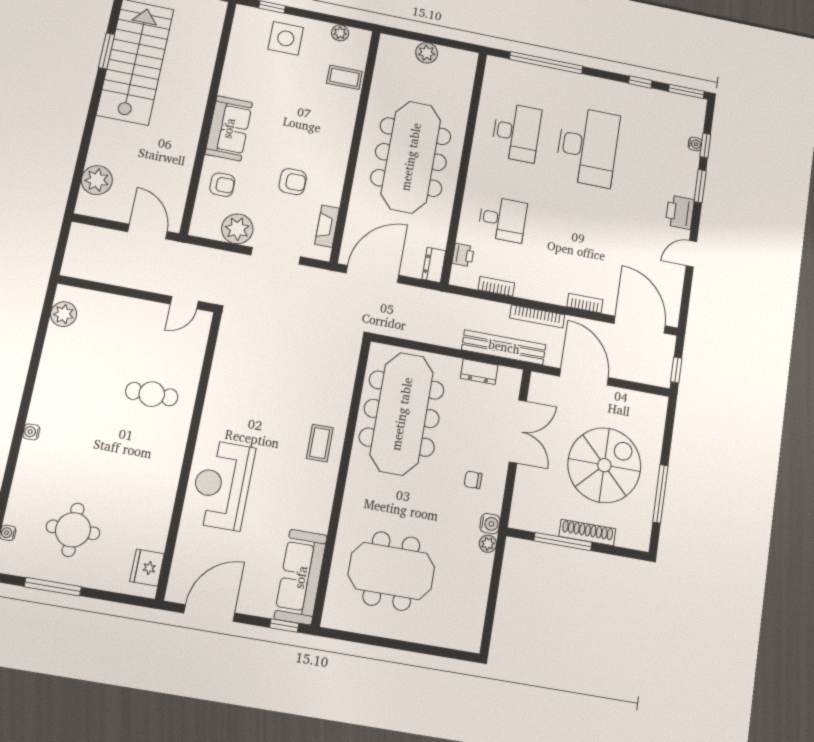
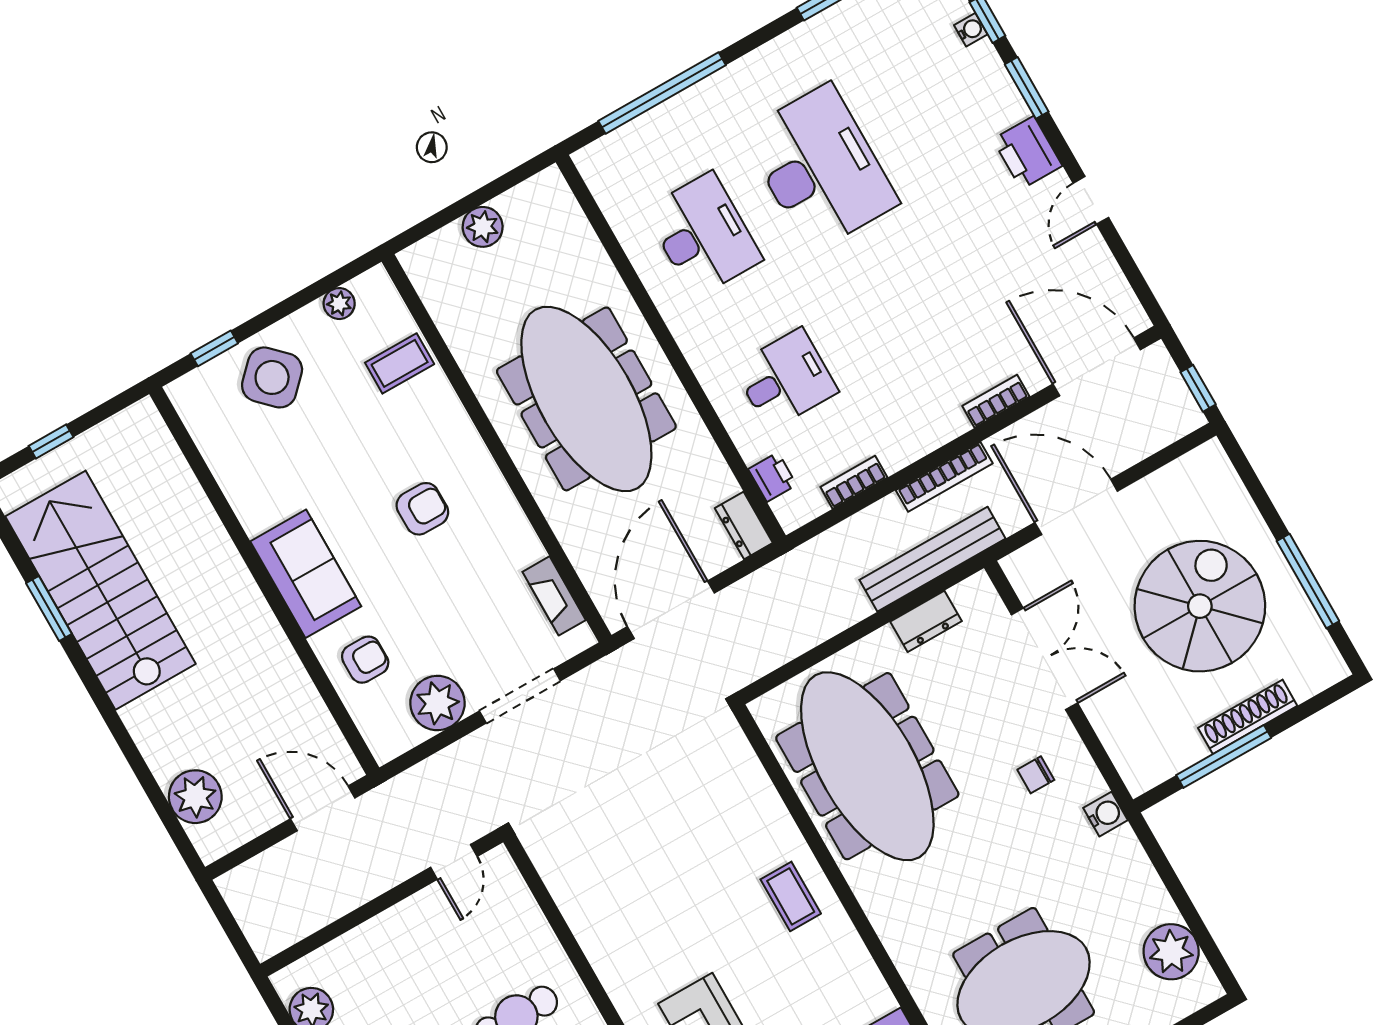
side table: (286, 38) -> (272, 377), turned 45
armchair: (293, 182) -> (422, 509), moved
plant: (488, 544) -> (1171, 952), moved, width x1.88, depth x1.88

